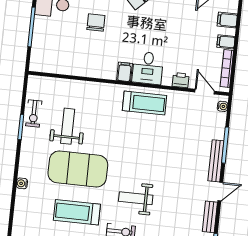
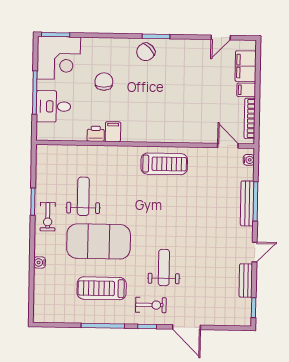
filing cabinet: (227, 20) -> (246, 66), width x2.00
desk: (148, 68) -> (53, 106), moved, turned 90
filing cabinet: (125, 72) -> (113, 132), moved
printer: (181, 80) -> (96, 134), moved
exercise bike: (34, 113) -> (48, 217), moved
bench: (216, 161) -> (247, 203), moved
weight bench: (136, 198) -> (164, 268), turned 90

